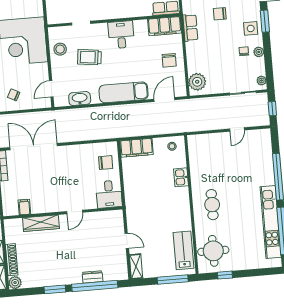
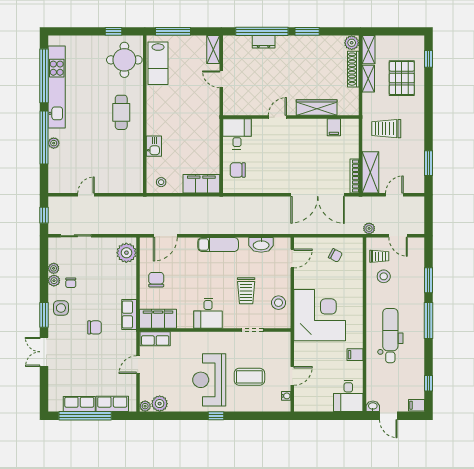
trolley: (89, 57) -> (246, 291), turned 83
plant: (262, 81) -> (54, 268), moved
exam couch: (124, 92) -> (218, 244), width x0.73, depth x0.69
plant: (269, 173) -> (54, 143), added

